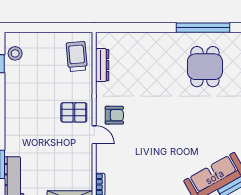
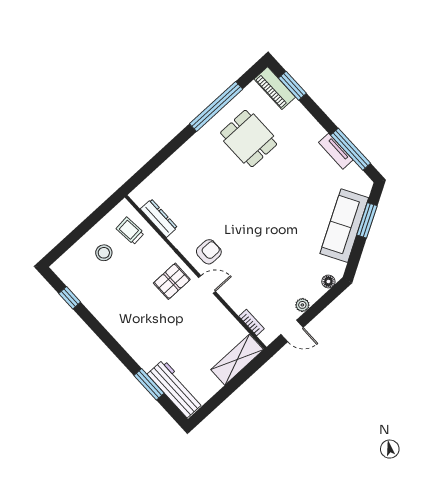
stool: (15, 53) -> (104, 253), moved
trolley: (77, 56) -> (130, 231), width x0.73, depth x0.72

